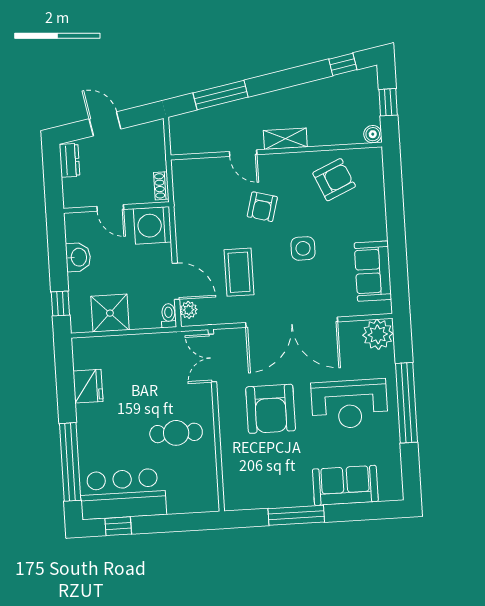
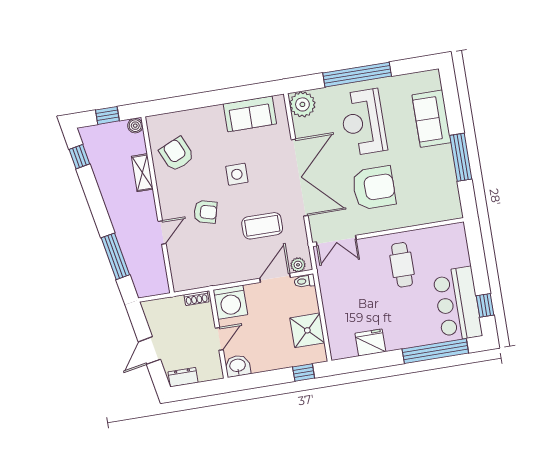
shelving: (285, 139) -> (142, 173), moved
washbasin: (78, 257) -> (238, 366), moved
reception desk: (349, 404) -> (363, 122), turned 180

